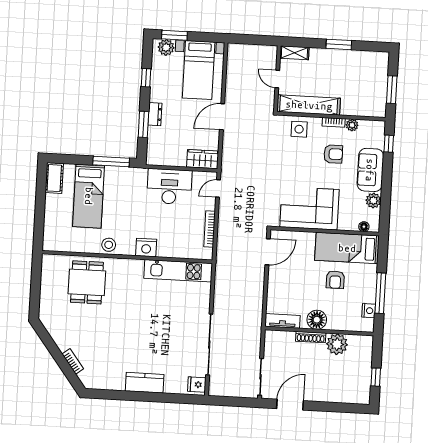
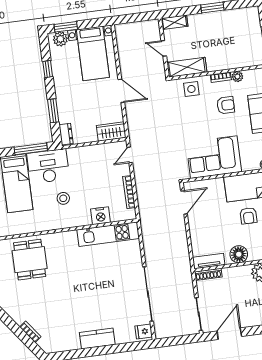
shelving: (309, 105) -> (187, 67), width x0.68
dresser: (155, 114) -> (66, 134), moved
door: (222, 117) -> (121, 91), swing flipped
desk: (169, 186) -> (48, 166), moved
stool: (109, 245) -> (63, 198), moved
nightstand: (146, 247) -> (101, 216), moved
shoe rack: (311, 337) -> (208, 274), moved

